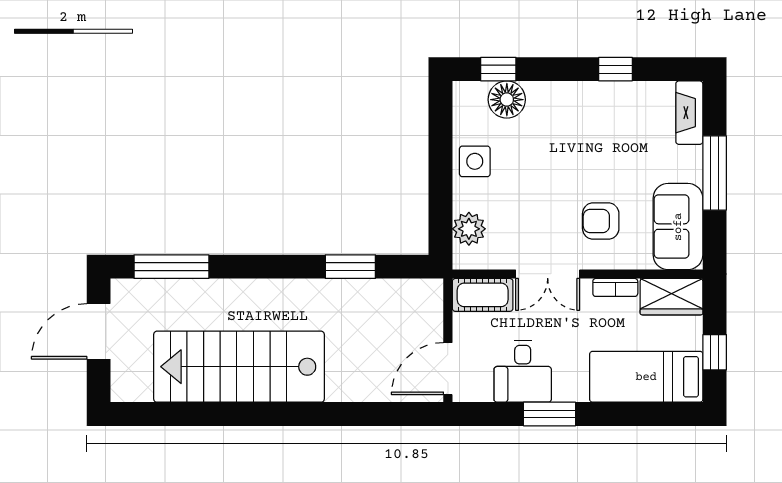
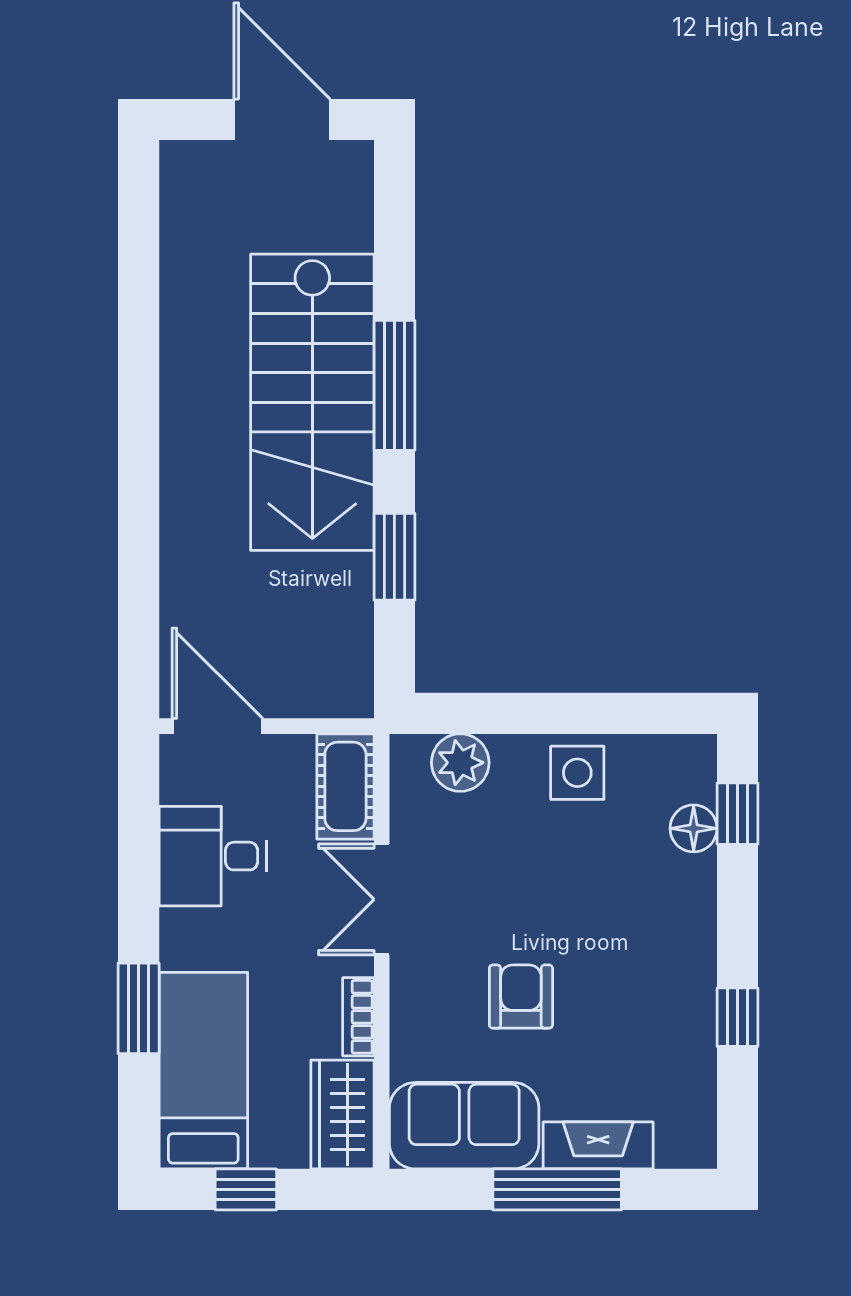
floor lamp: (507, 100) -> (694, 828), width x0.73, depth x0.73
fireplace: (689, 113) -> (598, 1145), moved
armchair: (601, 221) -> (521, 997), moved
window: (171, 267) -> (394, 385), moved
stairs: (239, 367) -> (312, 402), moved, turned 180
window: (549, 414) -> (139, 1008), moved

